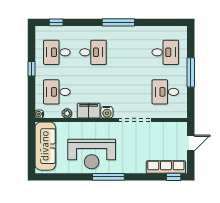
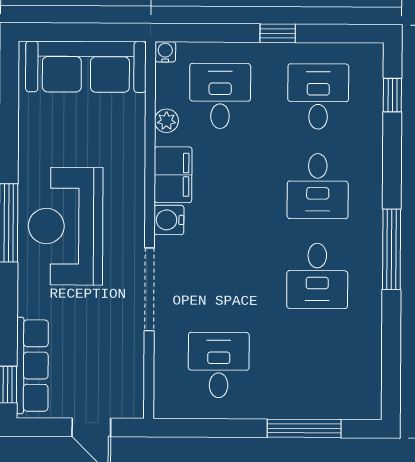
desk: (165, 52) -> (317, 276), moved
window: (191, 72) -> (304, 428), moved
reception desk: (92, 154) -> (66, 226), moved

